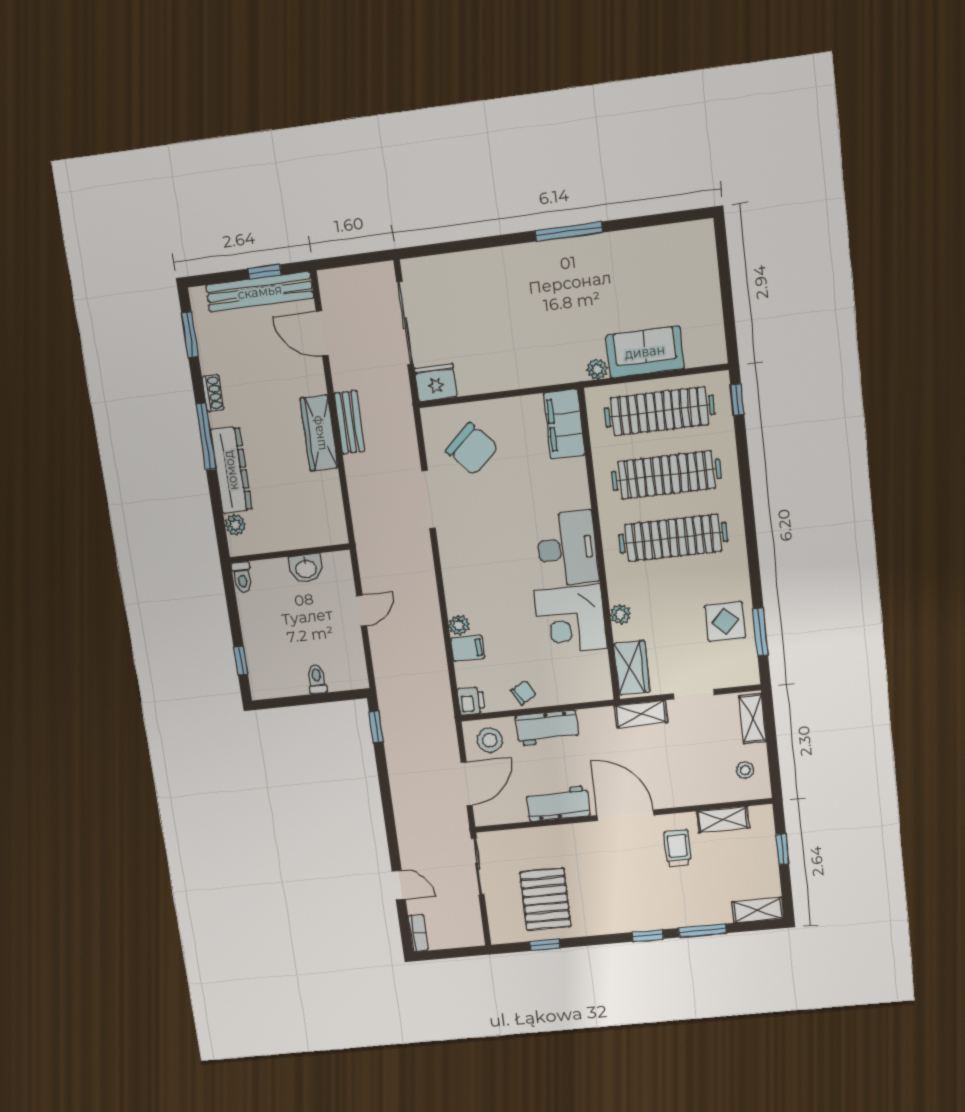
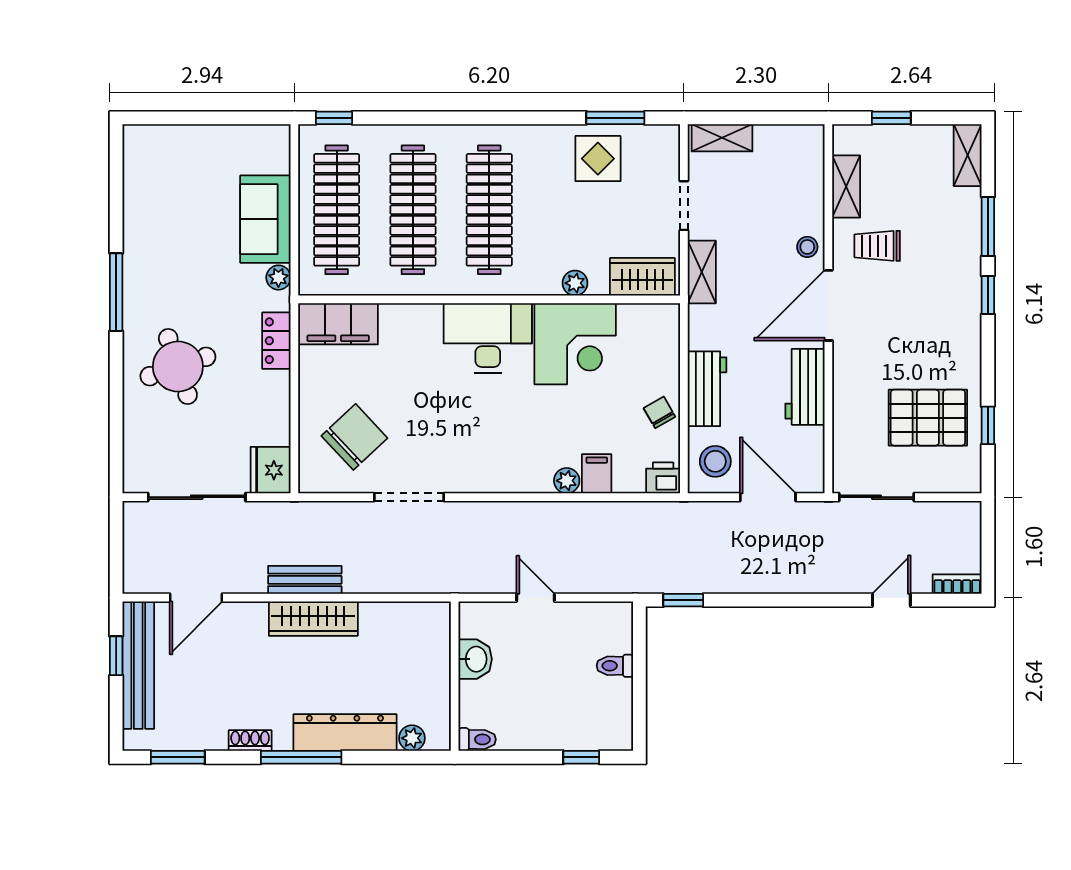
round table: (512, 293) -> (178, 366), added
locker: (544, 374) -> (276, 341), added
stool: (745, 770) -> (807, 247), moved

